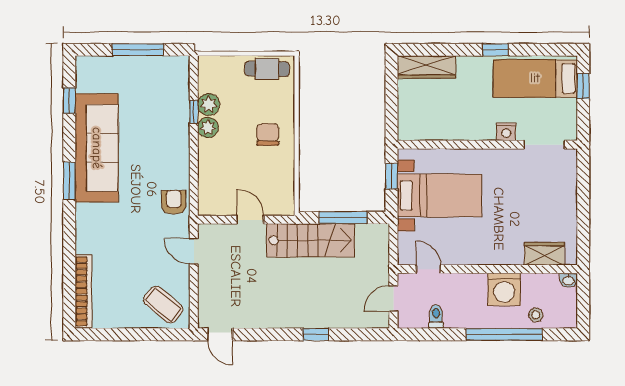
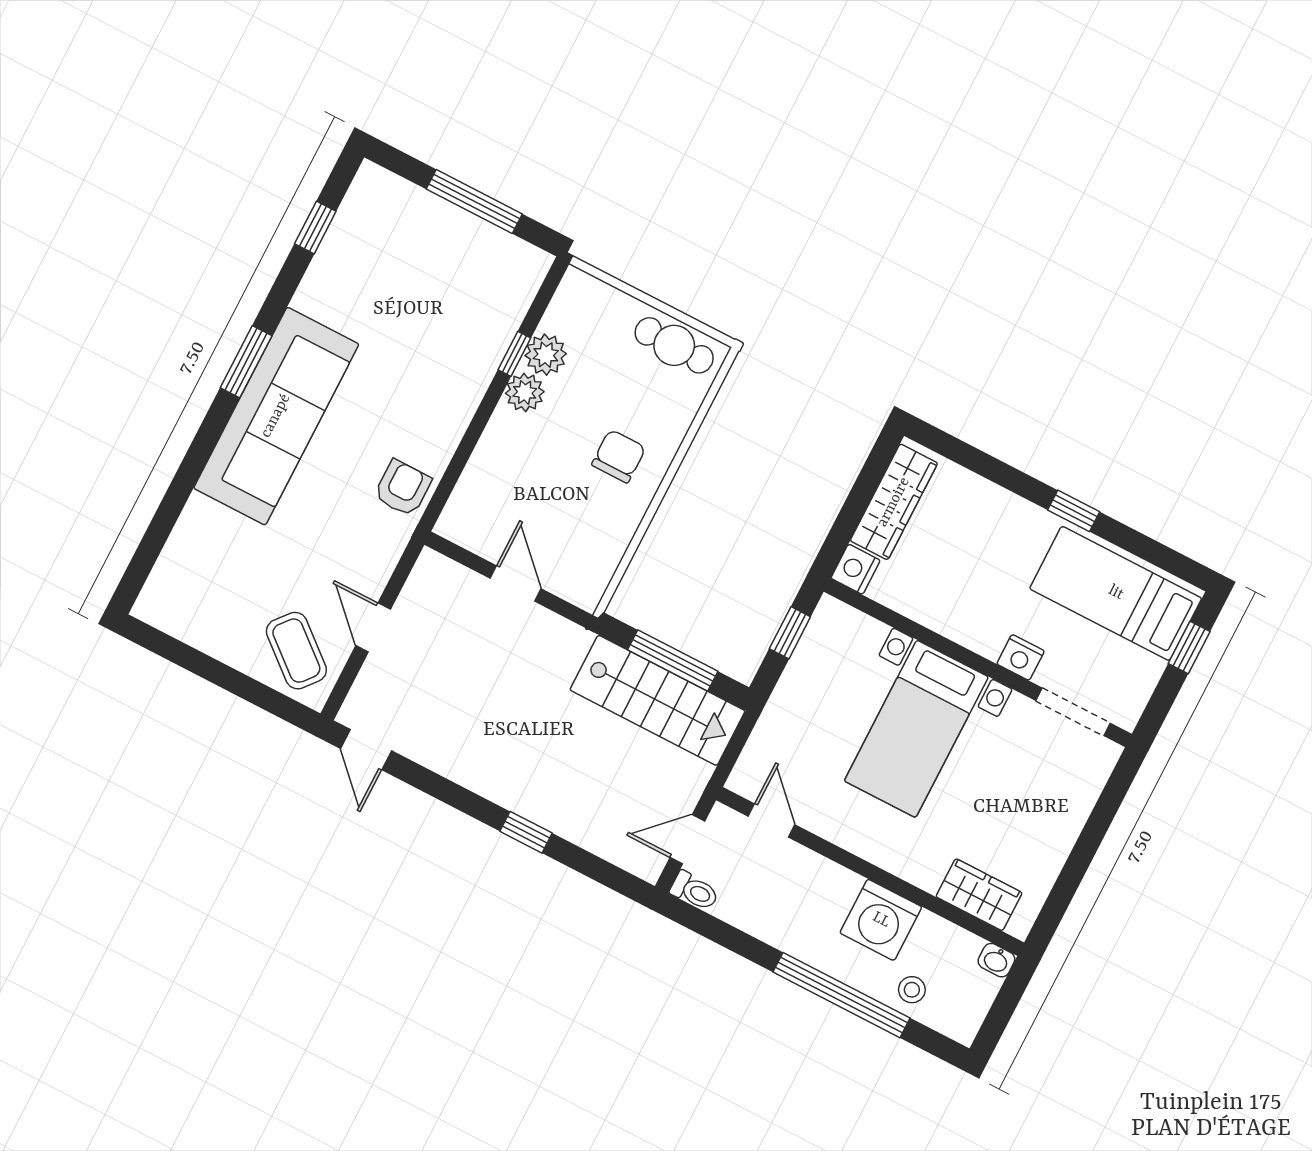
wardrobe: (426, 67) -> (894, 502), moved, turned -90
nightstand: (407, 130) -> (856, 569), added
sofa: (97, 148) -> (276, 416), moved
bed with nightstands: (440, 195) -> (916, 729), moved, turned 90
stairs: (310, 240) -> (657, 700), moved
door: (194, 251) -> (373, 627), moved
bookcase: (83, 291) -> (174, 559), removed
toilet: (436, 317) -> (694, 891), moved, turned 90

